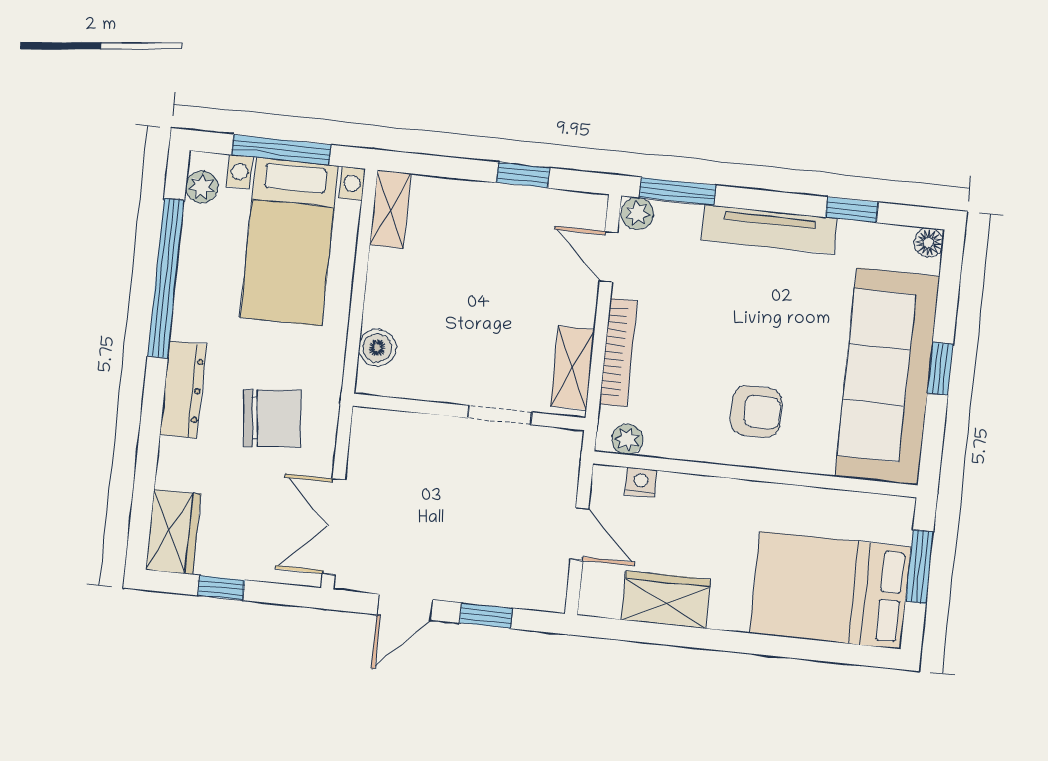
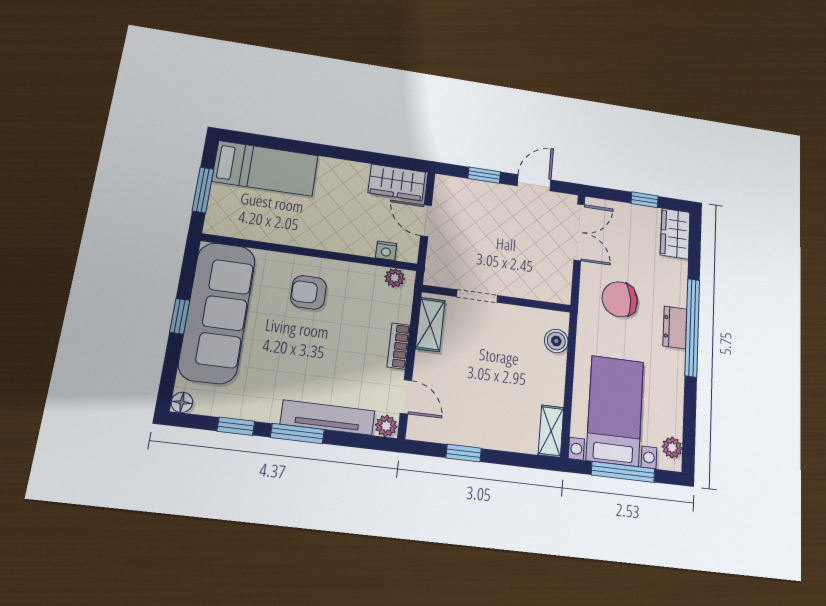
window: (678, 191) -> (297, 434), moved
tv unit: (769, 229) -> (328, 418), moved
window: (166, 278) -> (692, 327), moved
bookcase: (618, 352) -> (399, 346), width x0.64
dresser: (183, 389) -> (675, 327), width x0.70
bed: (830, 590) -> (265, 168), width x0.67
wardrobe: (666, 600) -> (397, 182), moved

